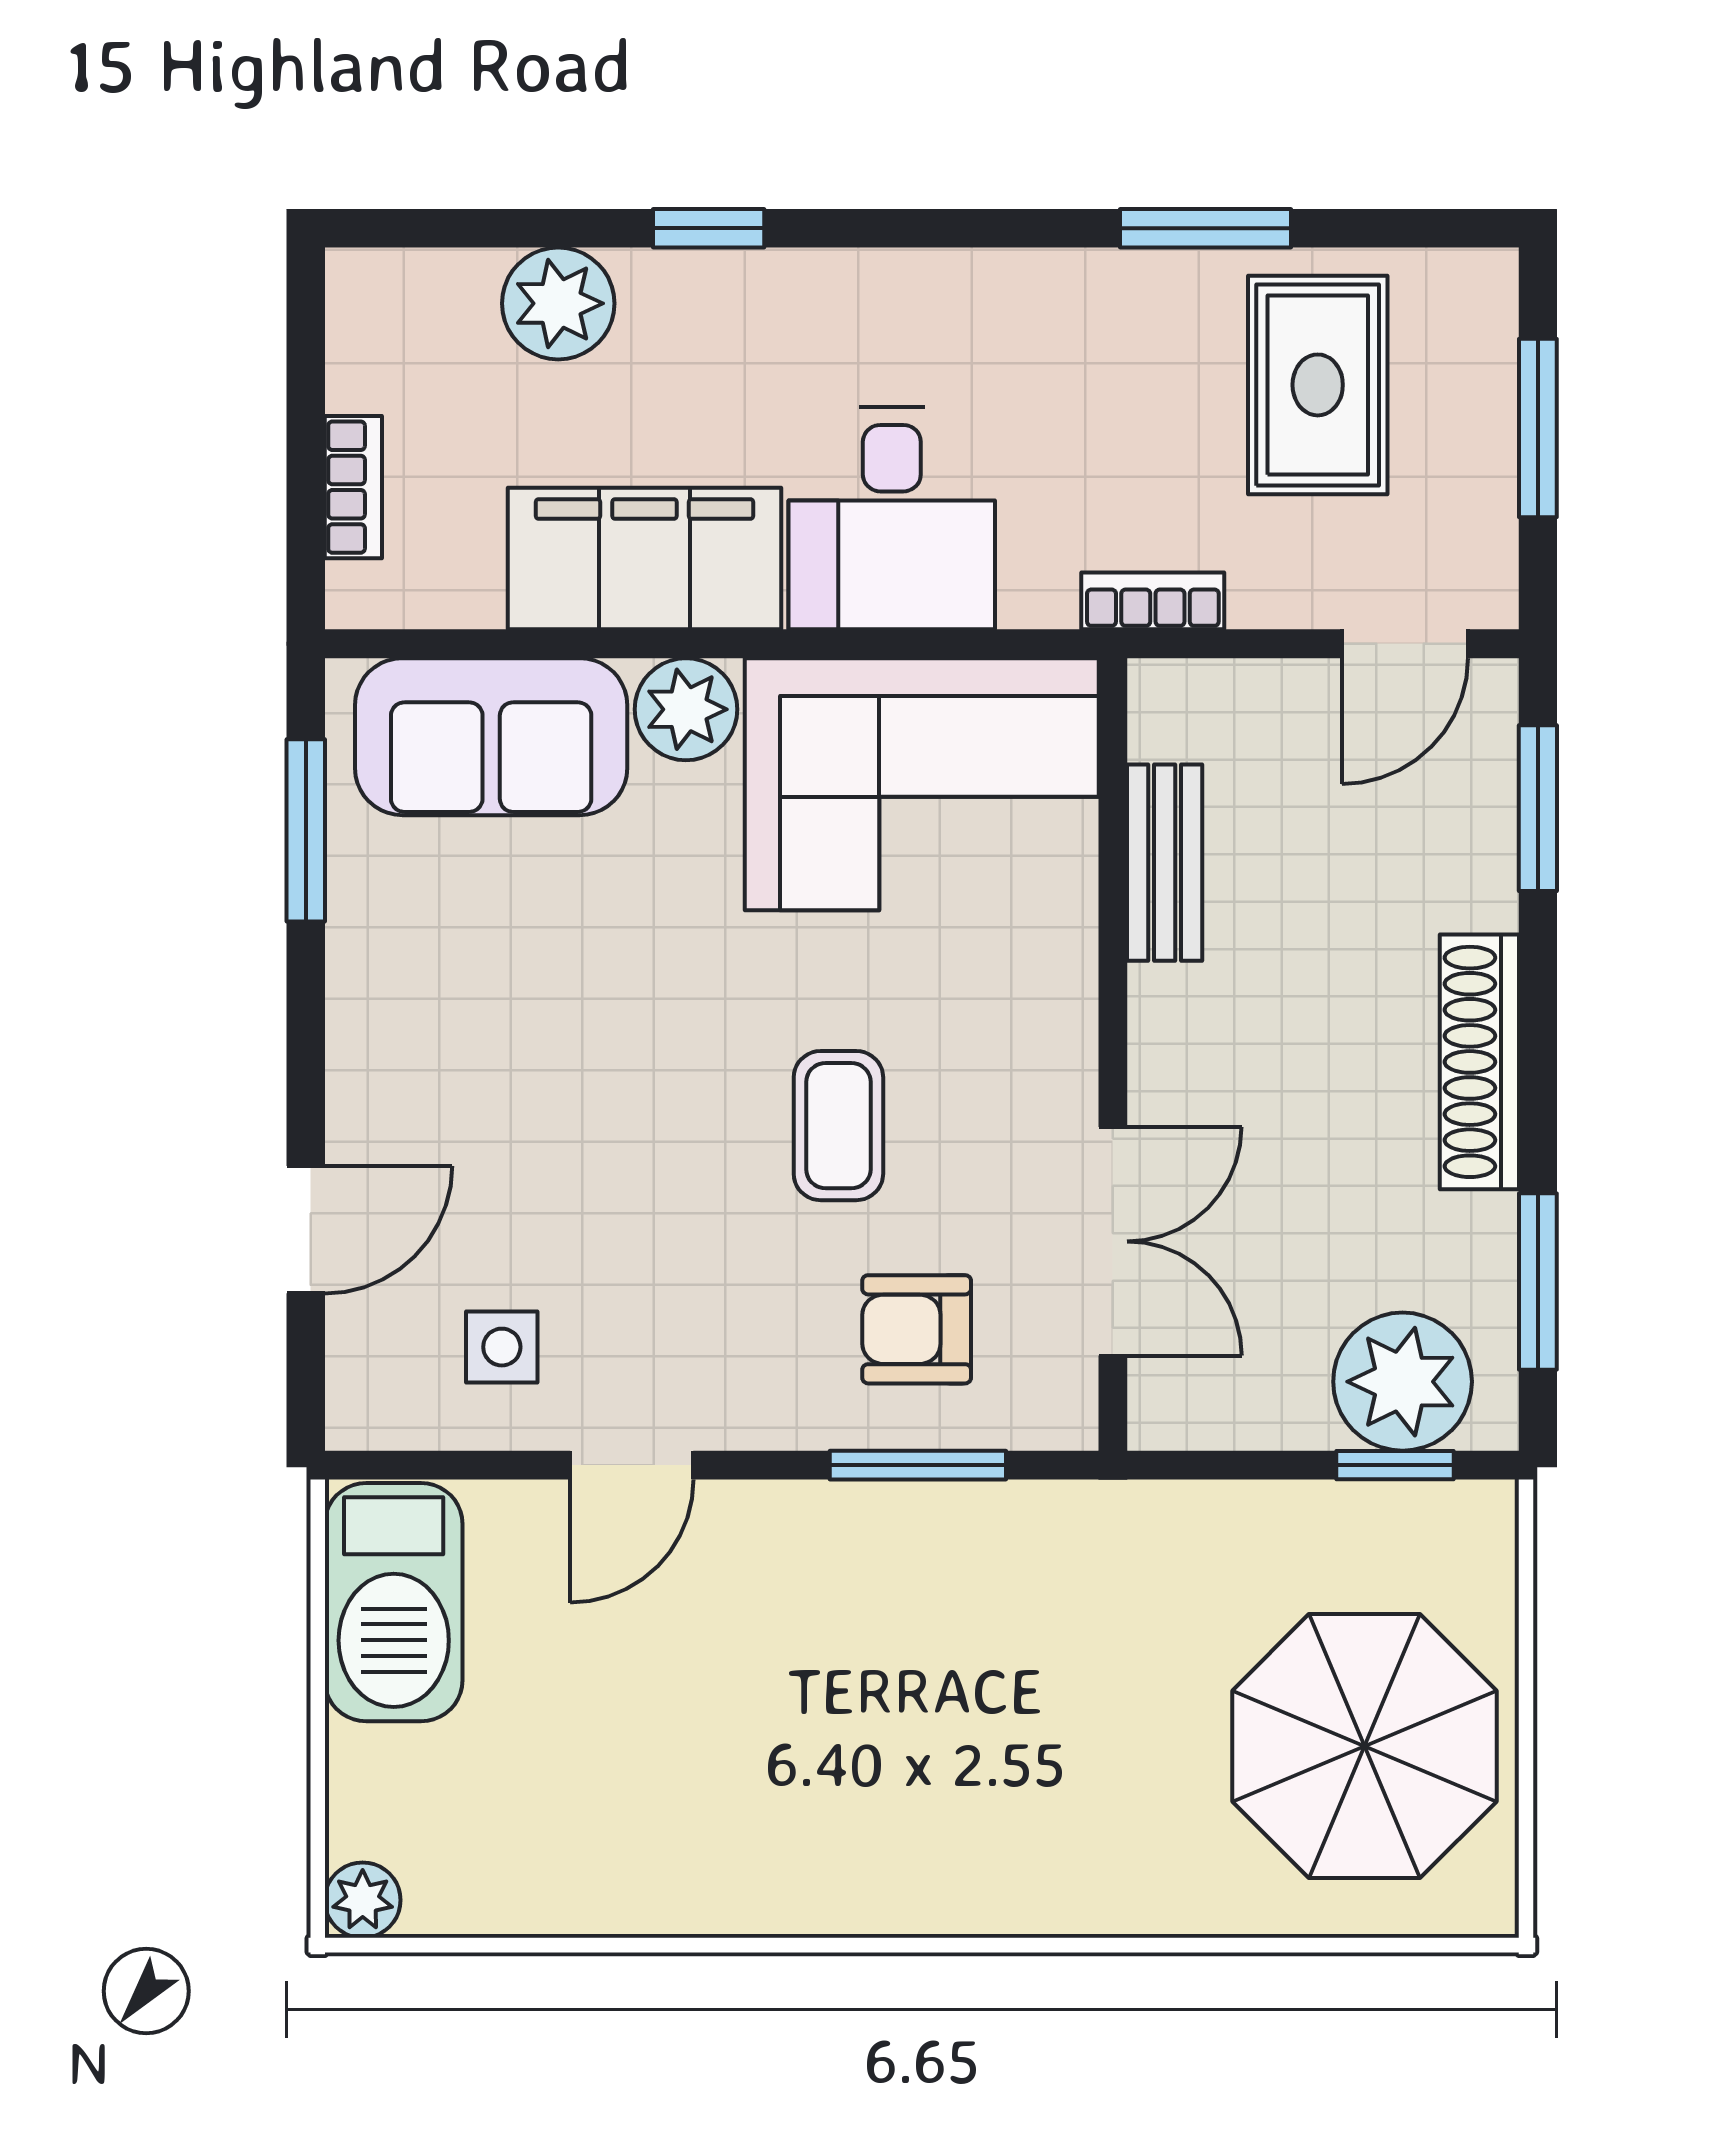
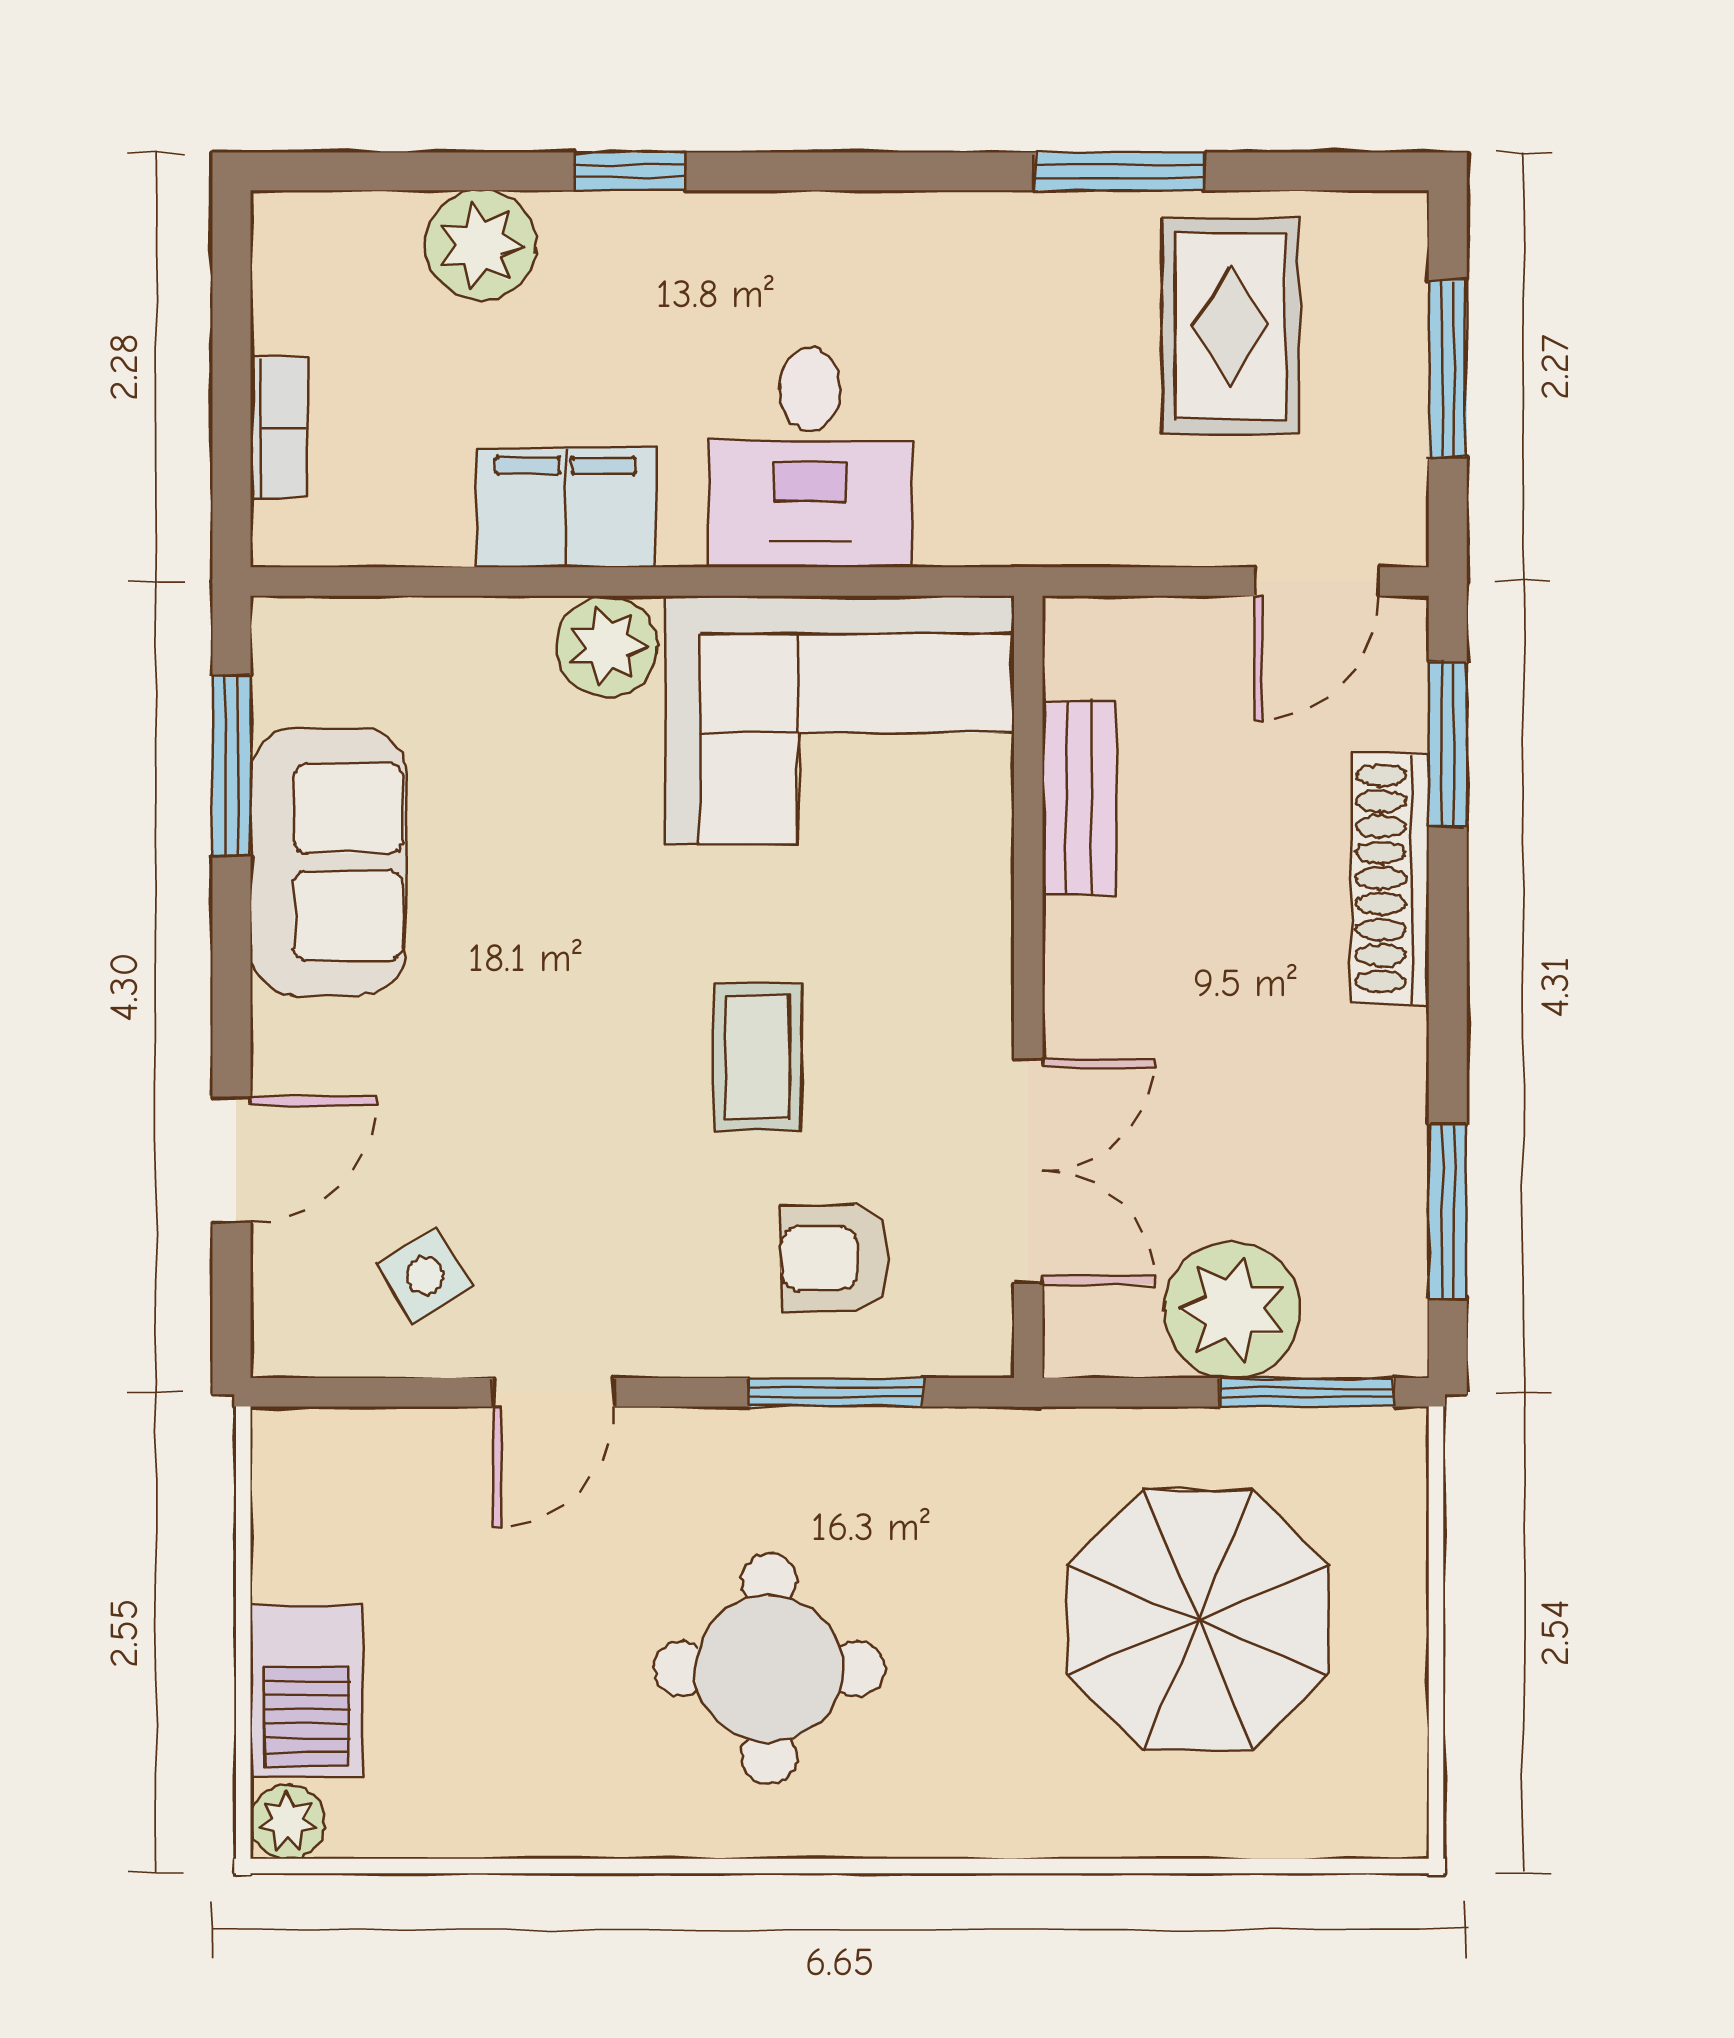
filing cabinet: (644, 559) -> (566, 507), width x0.67, depth x0.86
bookcase: (1153, 601) -> (1068, 539), removed
sofa: (491, 737) -> (328, 862), moved, turned -90
shoe rack: (1479, 1062) -> (1390, 878), moved
side table: (502, 1347) -> (425, 1276), turned -32
plant: (1403, 1382) -> (1233, 1310), moved
window: (1395, 1465) -> (1307, 1392), width x1.50
barbecue: (394, 1602) -> (307, 1691), moved, width x0.73, depth x0.83
round table: (850, 1745) -> (769, 1669), added
parasol: (1364, 1746) -> (1198, 1620), moved

